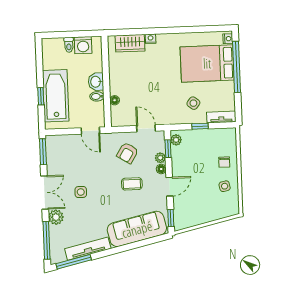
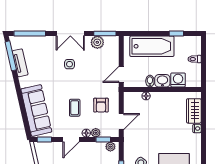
washing machine: (83, 45) -> (178, 80), moved, turned 90
window: (41, 96) -> (176, 34), moved
armchair: (128, 153) -> (101, 105), turned -122
door: (170, 187) -> (71, 140), hinge flipped
plant: (56, 217) -> (97, 42), moved
tv unit: (88, 249) -> (20, 63), width x0.71

